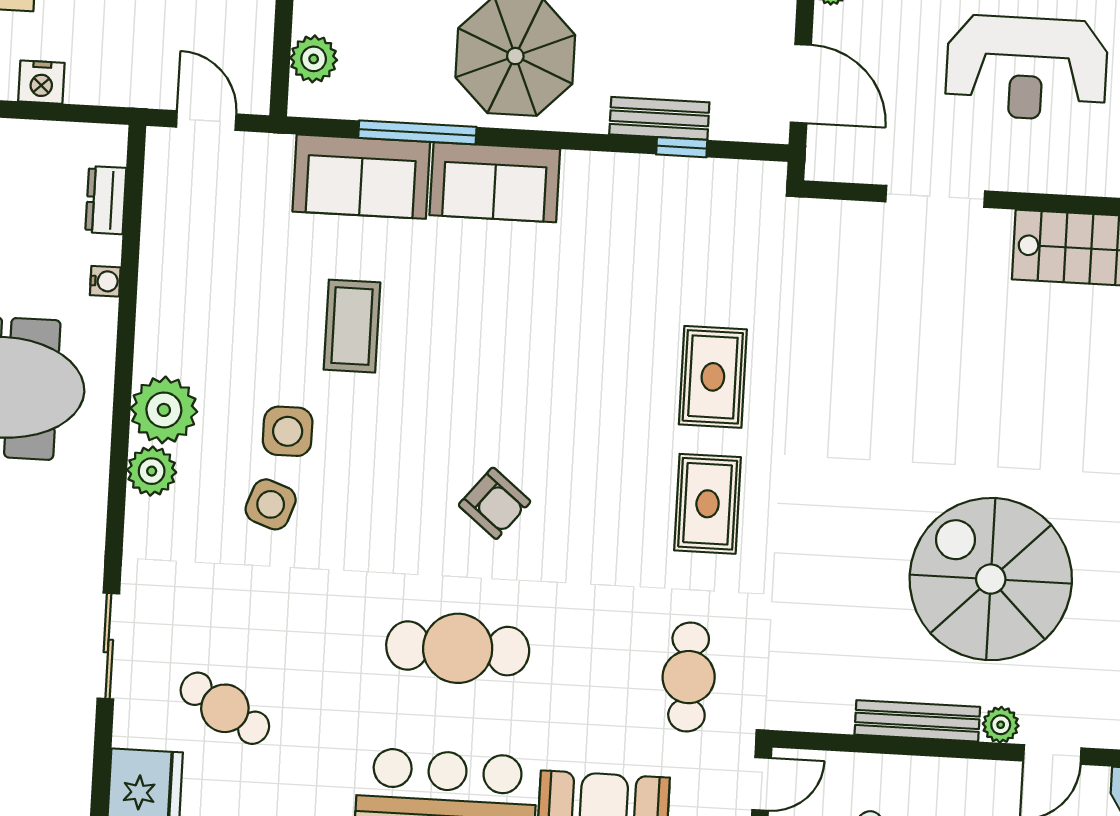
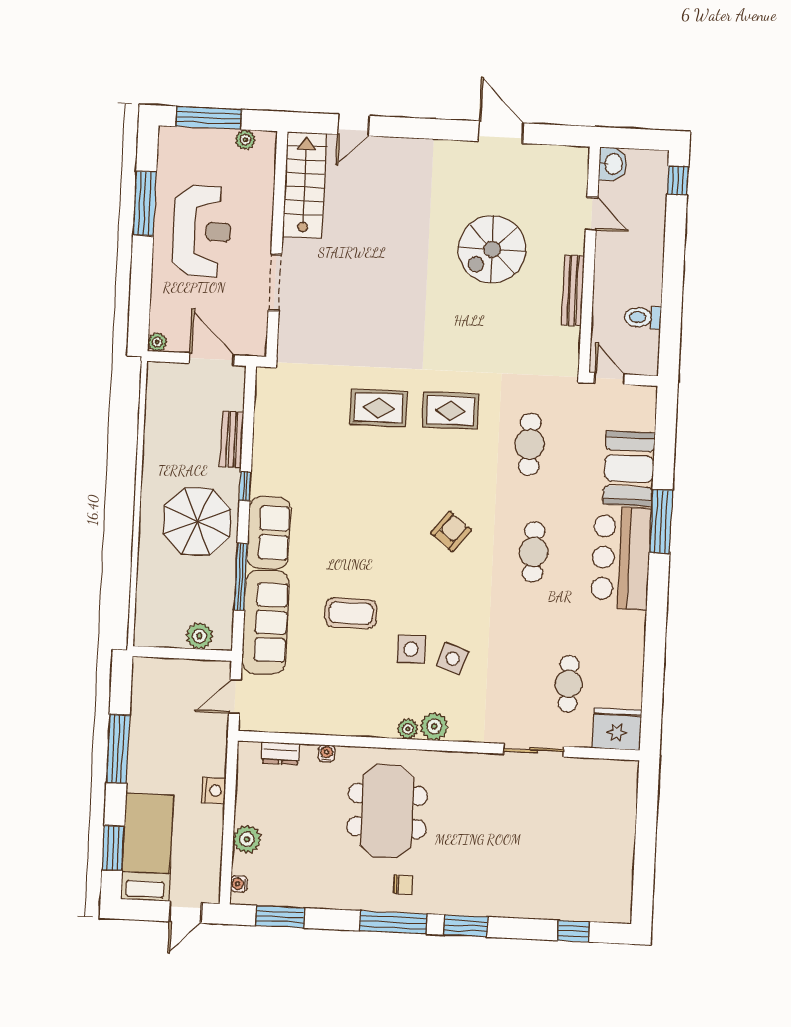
door: (801, 84) -> (212, 359), hinge flipped
window: (682, 147) -> (245, 486), moved
sofa: (361, 177) -> (265, 622), width x1.36
plant: (164, 410) -> (408, 729), width x0.53, depth x0.53
spiral stairs: (991, 579) -> (492, 249), width x0.73, depth x0.73
cafe table: (458, 648) -> (534, 552), width x0.73, depth x0.74
cafe table: (689, 677) -> (530, 444), moved, turned 90
cafe table: (225, 708) -> (569, 684), turned -31
plant: (1001, 725) -> (575, 243), removed

